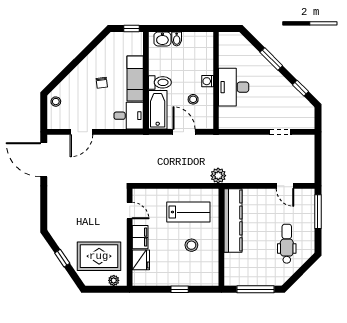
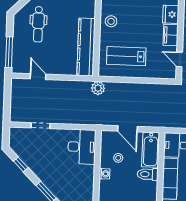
desk: (234, 87) -> (82, 147), moved
stool: (191, 245) -> (111, 21), moved

